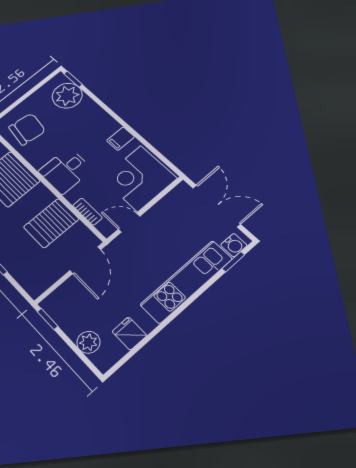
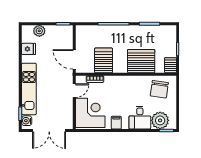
desk: (65, 170) -> (140, 118), moved, turned 180

